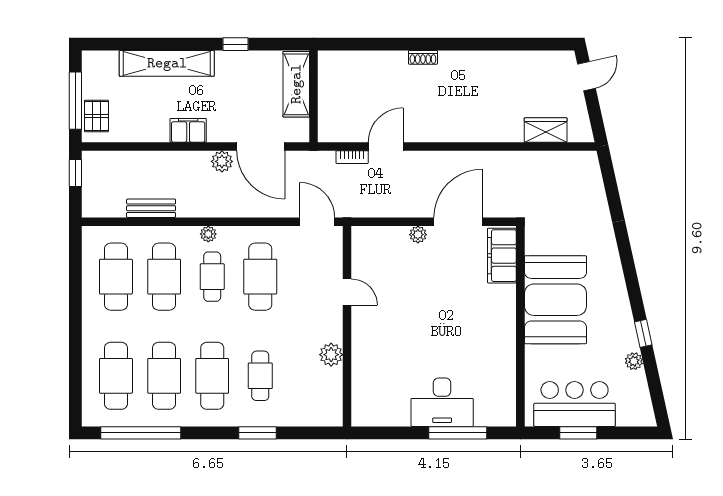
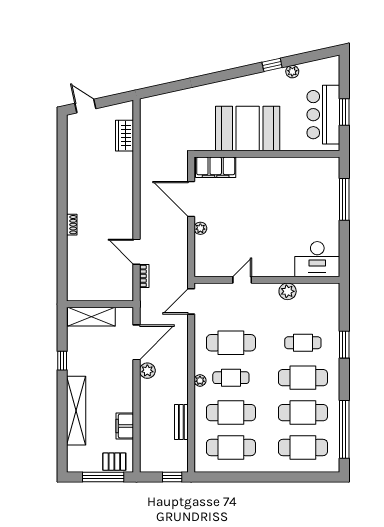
filing cabinet: (188, 130) -> (125, 426), moved
window: (75, 173) -> (172, 477), moved
desk: (442, 402) -> (317, 259), moved, turned 90

